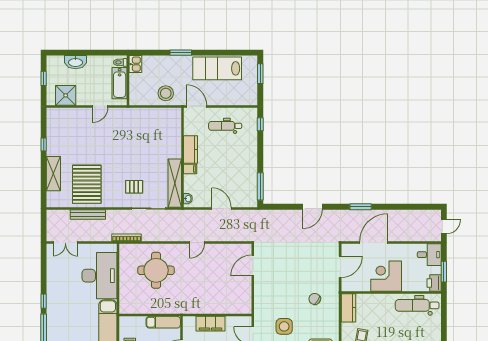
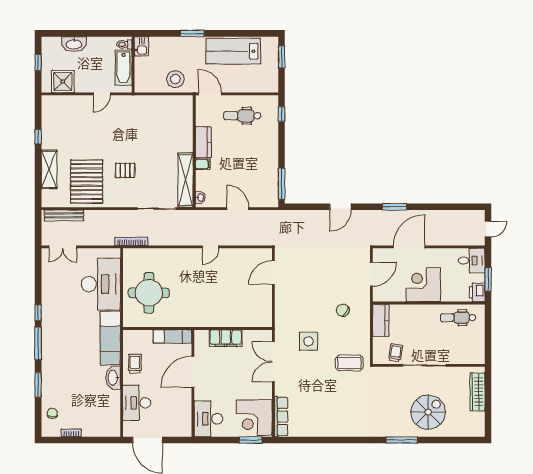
pallet: (134, 187) -> (125, 170), moved
bench: (88, 215) -> (64, 215), moved
round table: (156, 270) -> (149, 293), moved
dental chair: (417, 305) -> (458, 318), width x0.73, depth x0.72

